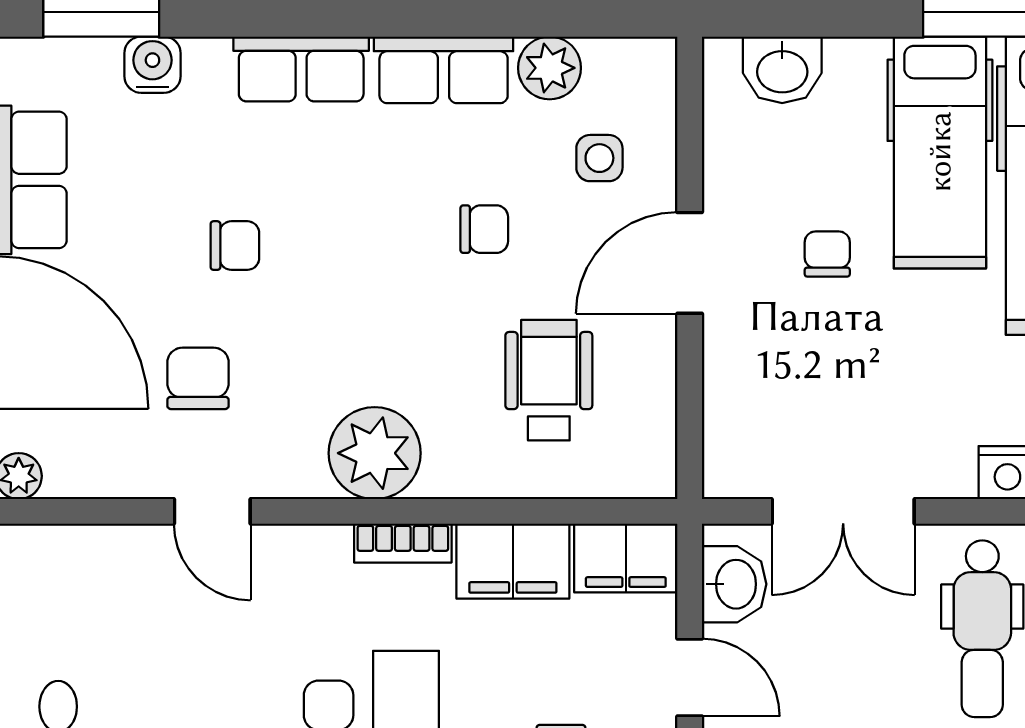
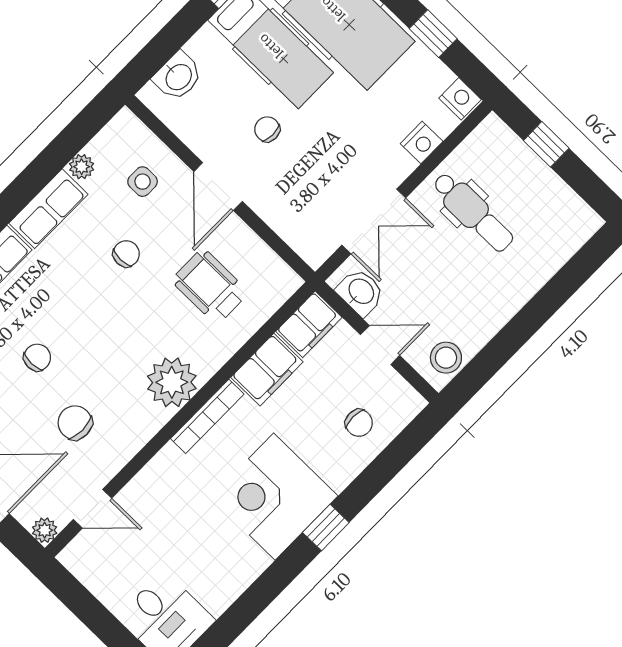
plant: (550, 68) -> (82, 167), width x0.73, depth x0.73
door: (212, 511) -> (93, 509), moved
bookcase: (403, 543) -> (207, 416), width x1.56

